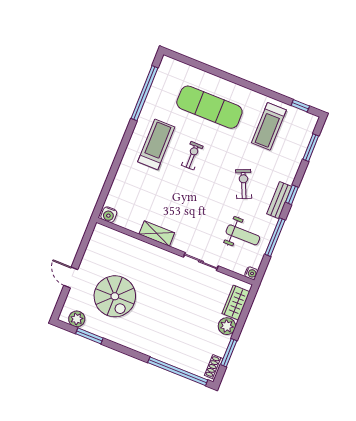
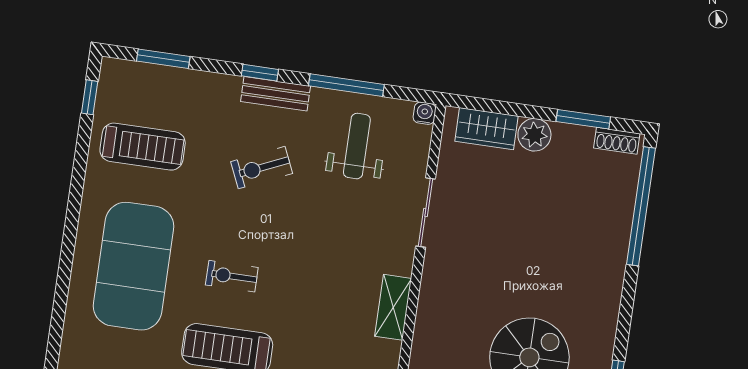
exercise mat: (209, 107) -> (134, 266), width x1.47

